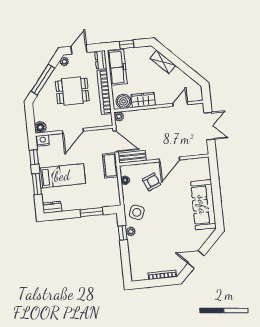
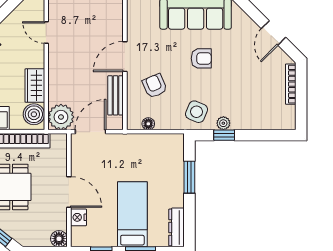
plant: (119, 116) -> (61, 117), width x1.88, depth x1.88
nightstand: (43, 141) -> (78, 217), moved
bench: (132, 157) -> (116, 95), moved
door: (169, 159) -> (125, 57), swing flipped
cot: (110, 165) -> (125, 143), removed
dresser: (52, 207) -> (177, 227), width x1.44
armchair: (173, 212) -> (201, 58), added

